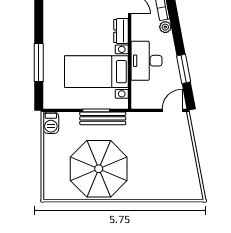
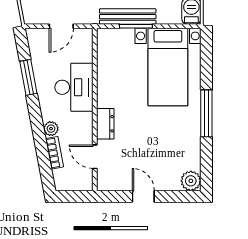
window: (39, 63) -> (206, 113), moved
bed with nightstands: (96, 72) -> (168, 67), moved, turned 90
door: (172, 110) -> (61, 26), moved

